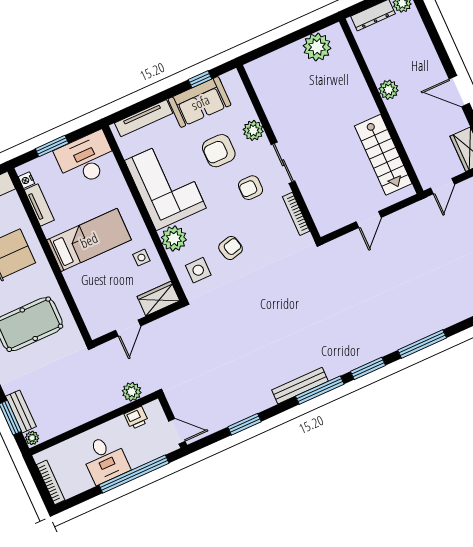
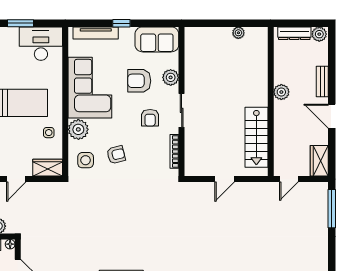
plant: (317, 47) -> (238, 33), width x0.53, depth x0.53
bench: (430, 56) -> (322, 82), added
window: (200, 79) -> (121, 23), moved
sofa: (200, 102) -> (157, 39), moved
armchair: (251, 188) -> (150, 118), turned -90
floor lamp: (155, 406) -> (10, 244), added

